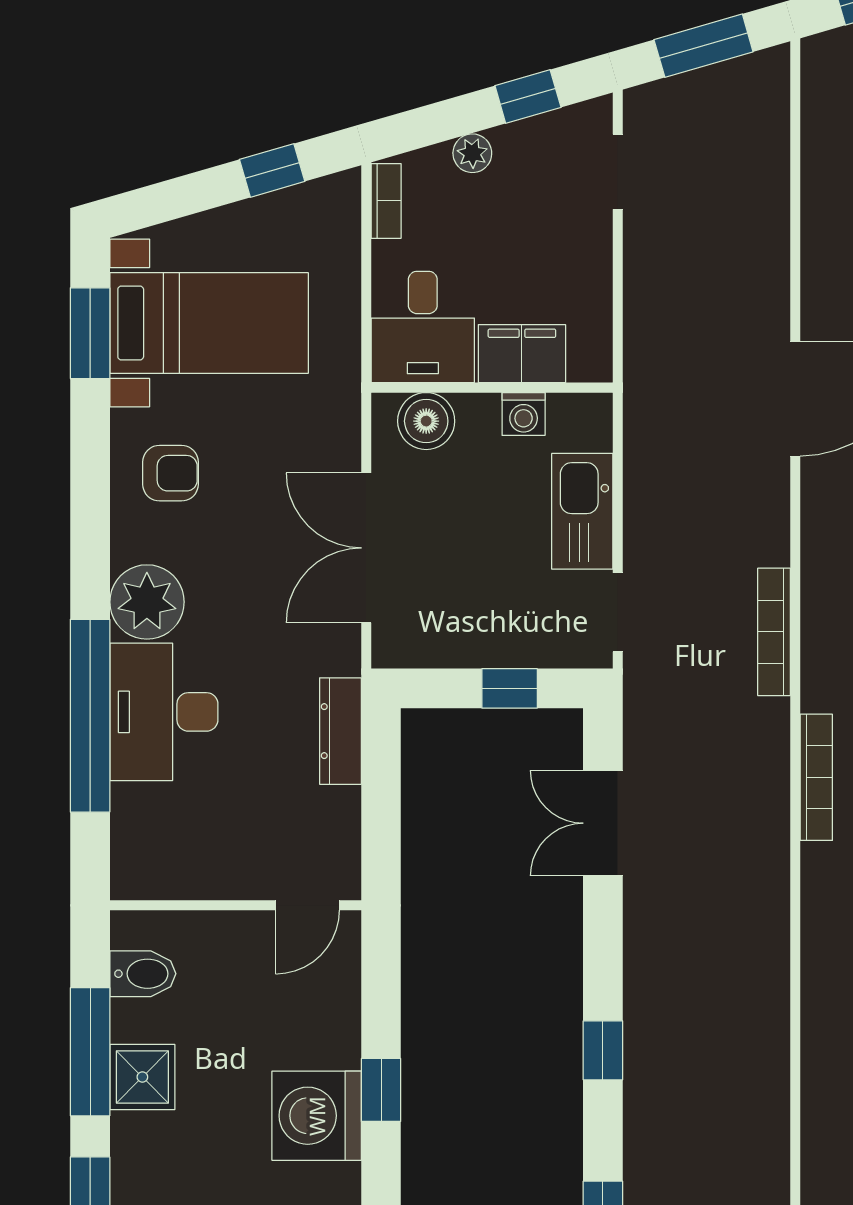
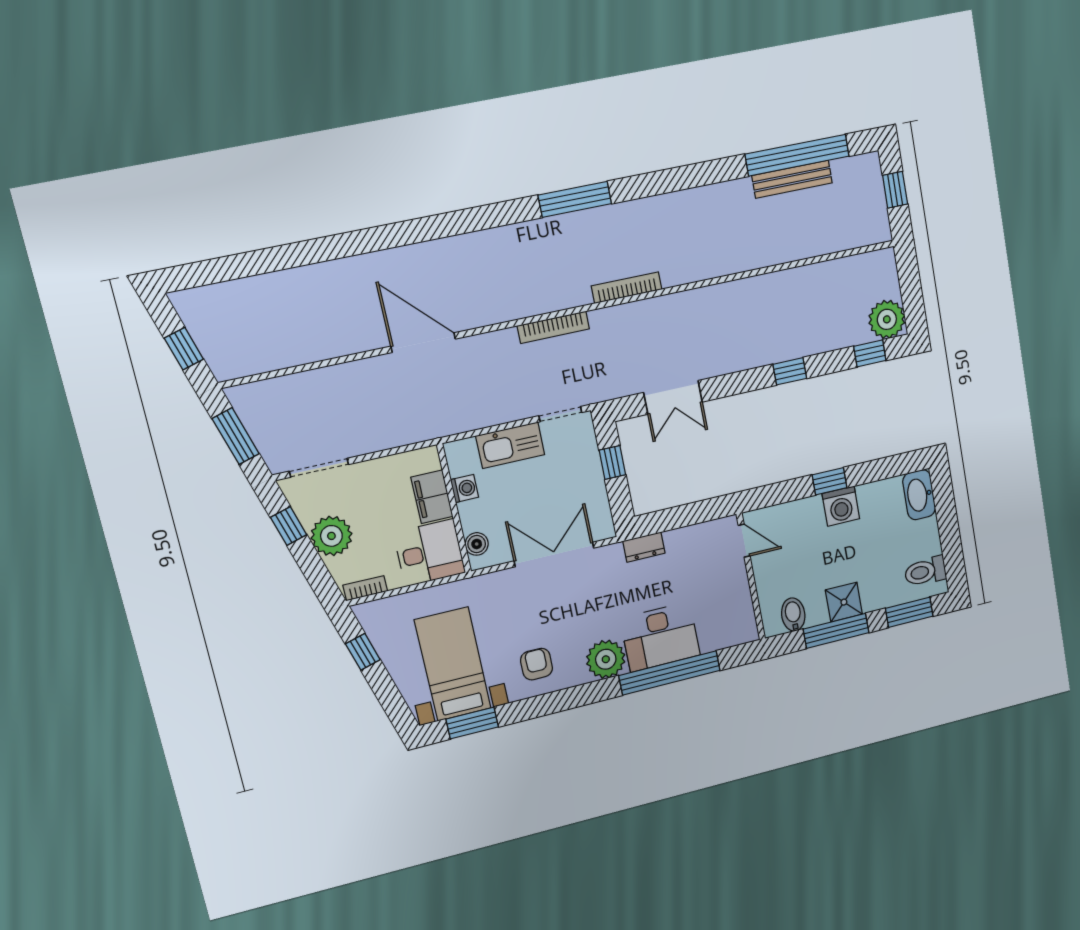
plant: (472, 153) -> (331, 536), width x1.87, depth x1.87
doorway: (618, 172) -> (319, 468), width x1.38
boiler: (426, 421) -> (477, 544), width x0.73, depth x0.73
double door: (366, 548) -> (554, 554), swing flipped
dresser: (340, 731) -> (644, 547), width x0.70
washing machine: (317, 1116) -> (841, 506), width x0.73, depth x0.73

